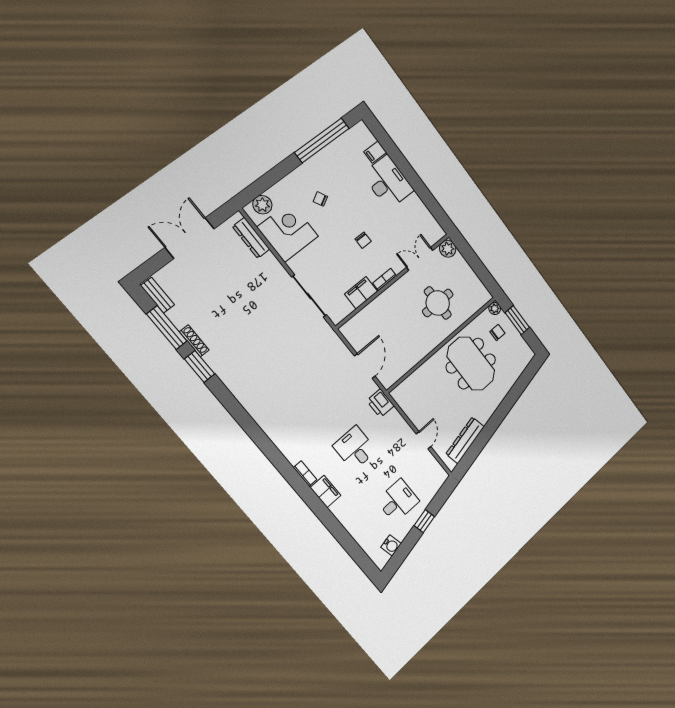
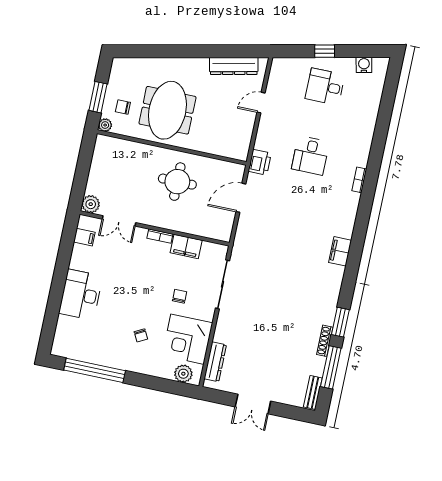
filing cabinet: (375, 152) -> (84, 237), moved
double door: (190, 238) -> (253, 404), width x0.73
chair: (363, 240) -> (180, 296), moved
round table: (438, 303) -> (177, 182), moved
filing cabinet: (326, 491) -> (340, 251), moved

